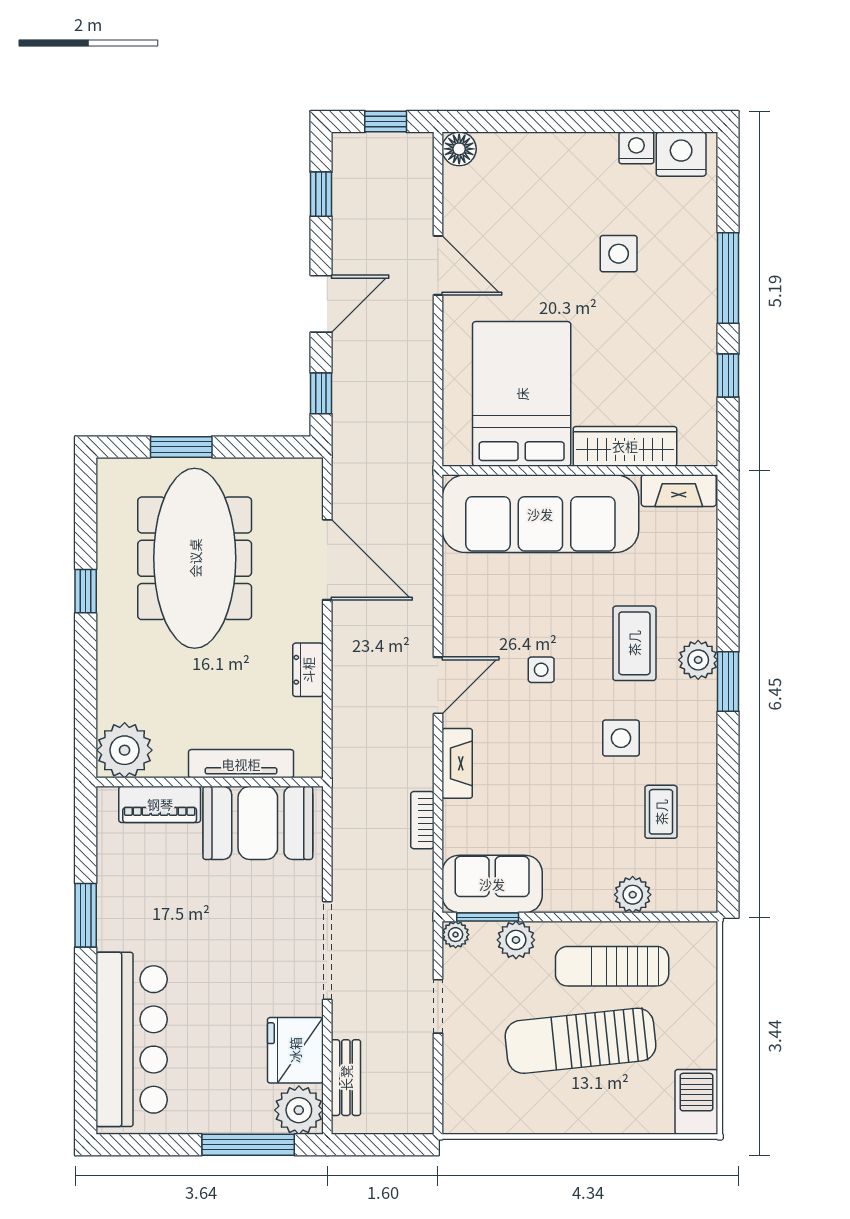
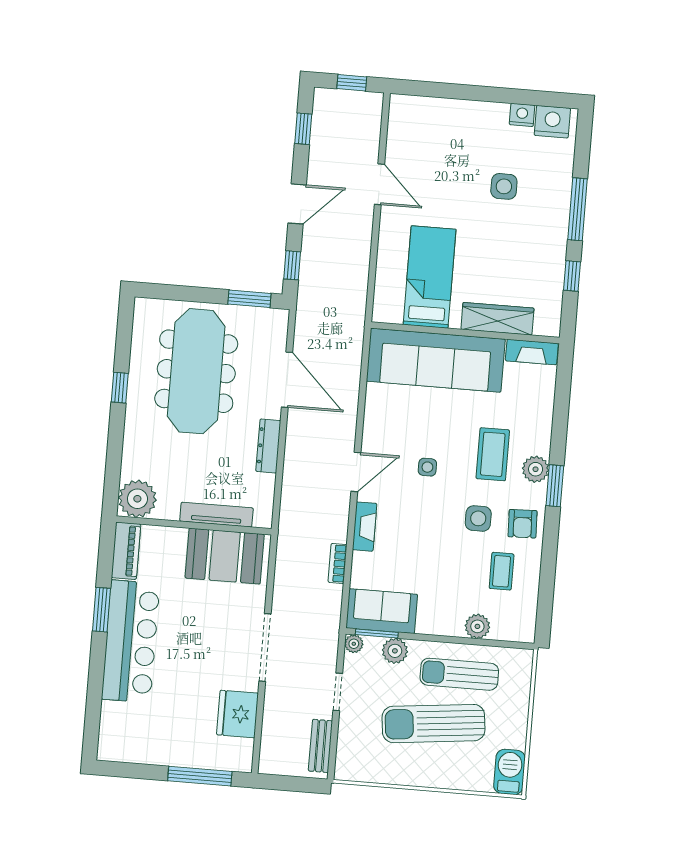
floor lamp: (459, 149) -> (401, 106), removed
bed: (522, 394) -> (430, 277), width x0.67
window: (181, 447) -> (249, 299), moved
dresser: (308, 670) -> (268, 446), width x1.44
armchair: (686, 740) -> (523, 524), added
piano: (160, 804) -> (126, 551), moved, turned -90
bar counter: (132, 1039) -> (131, 641), moved
bench: (346, 1078) -> (320, 746), moved
plant: (299, 1110) -> (237, 755), removed

